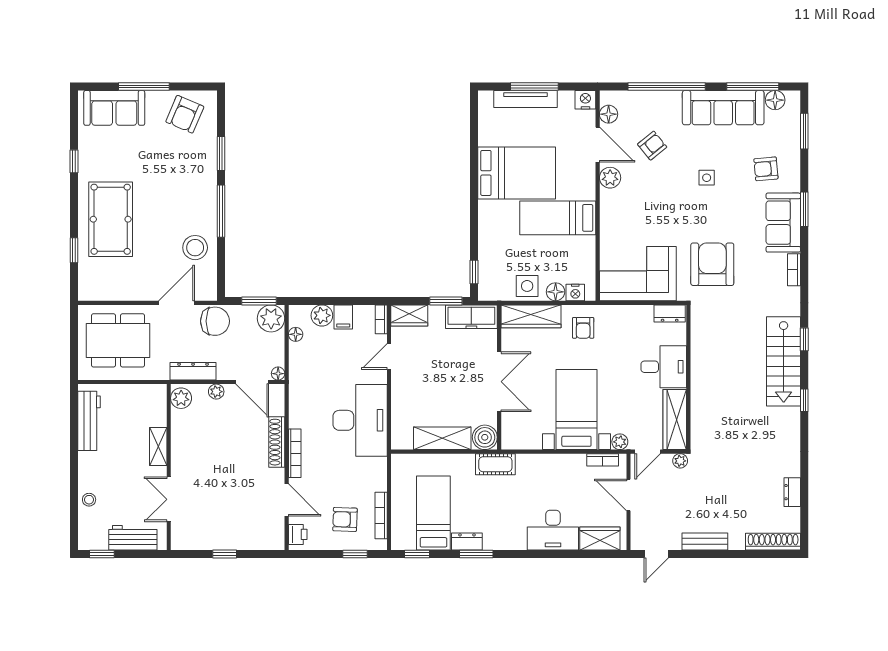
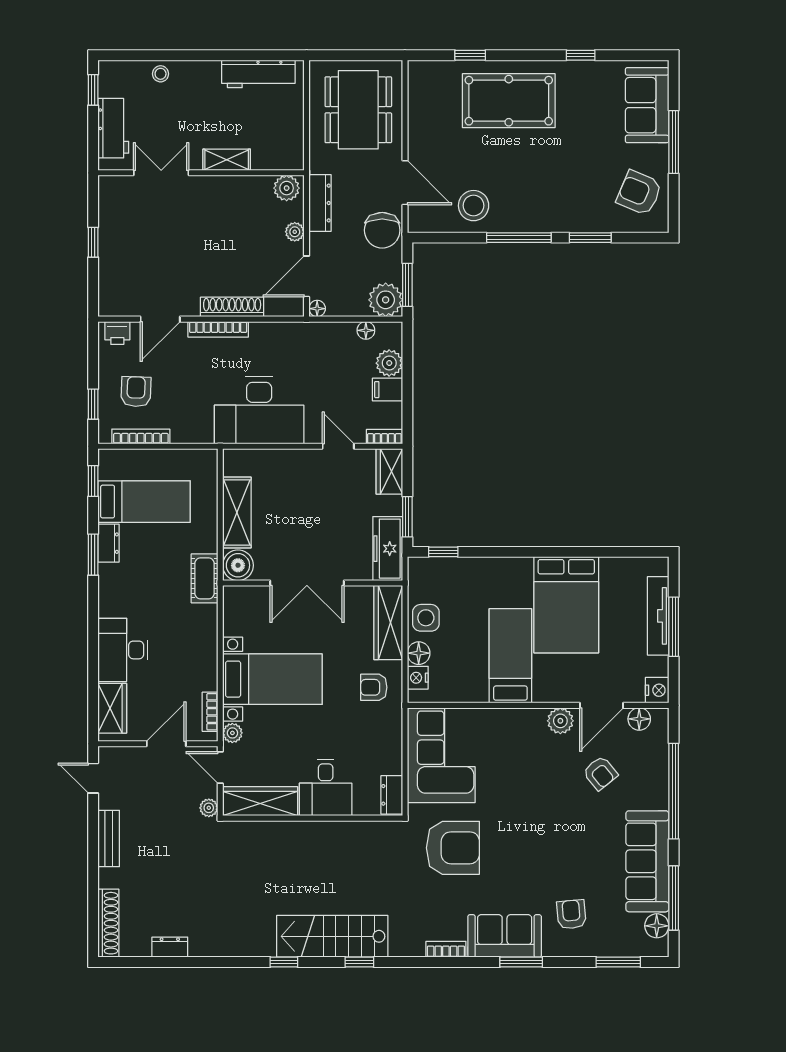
side table: (707, 178) -> (560, 841), removed

